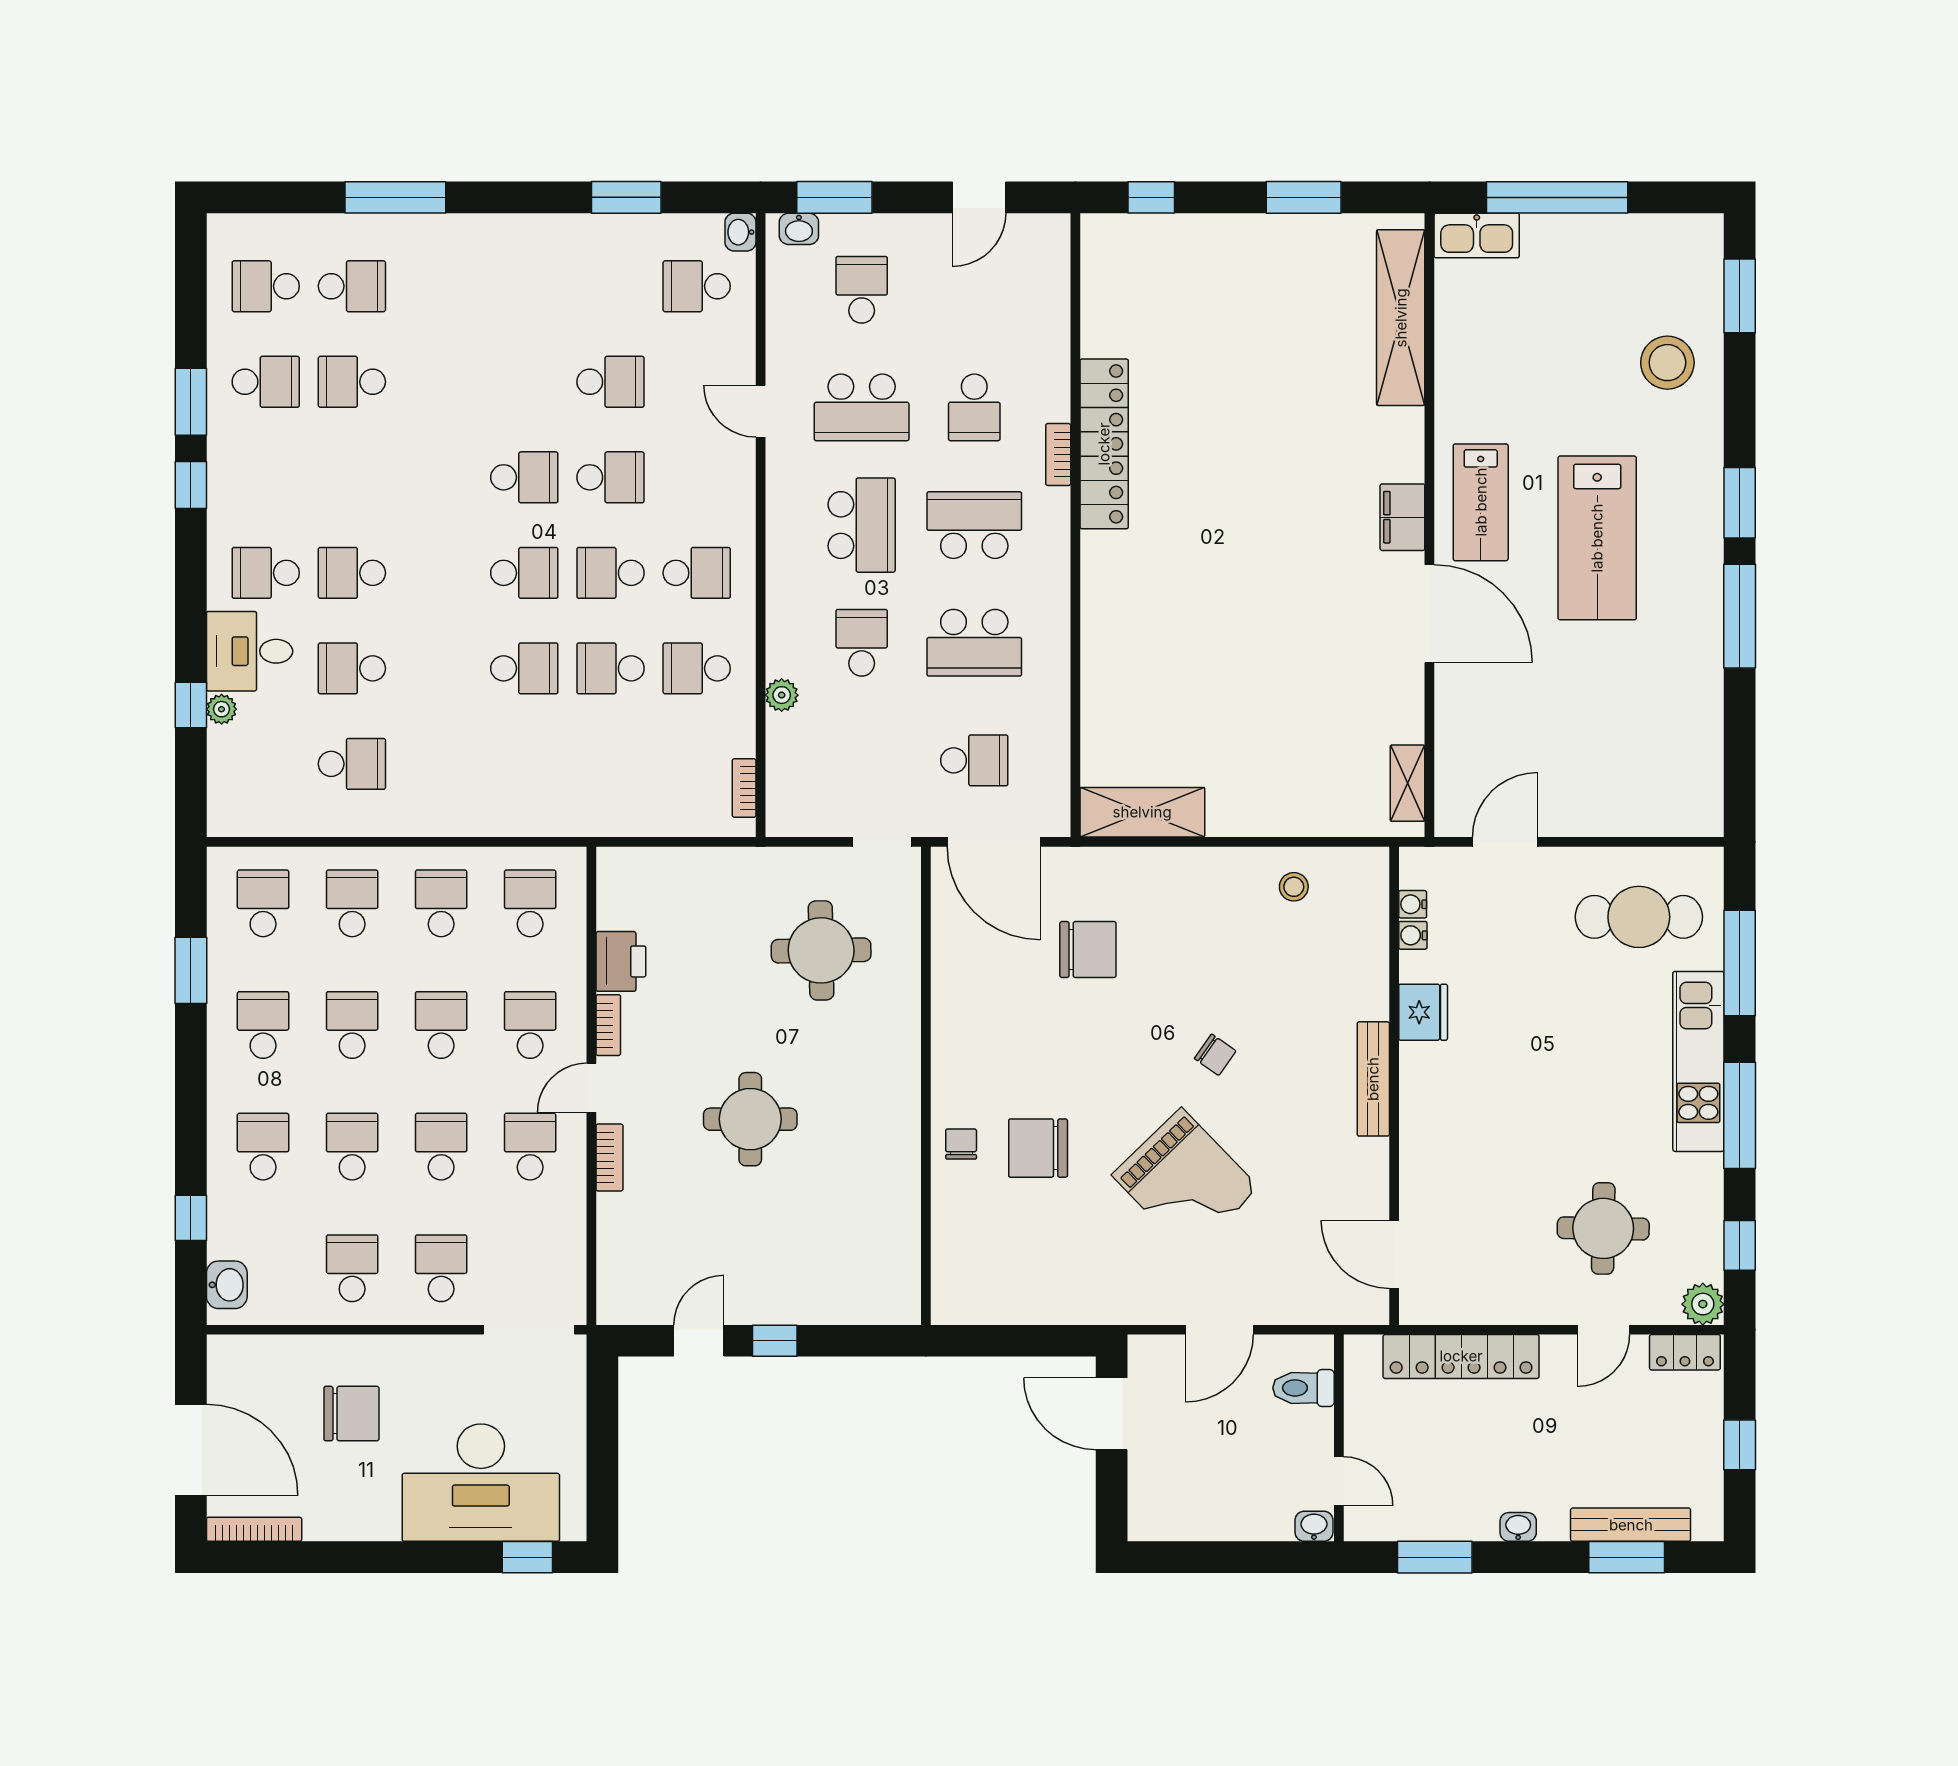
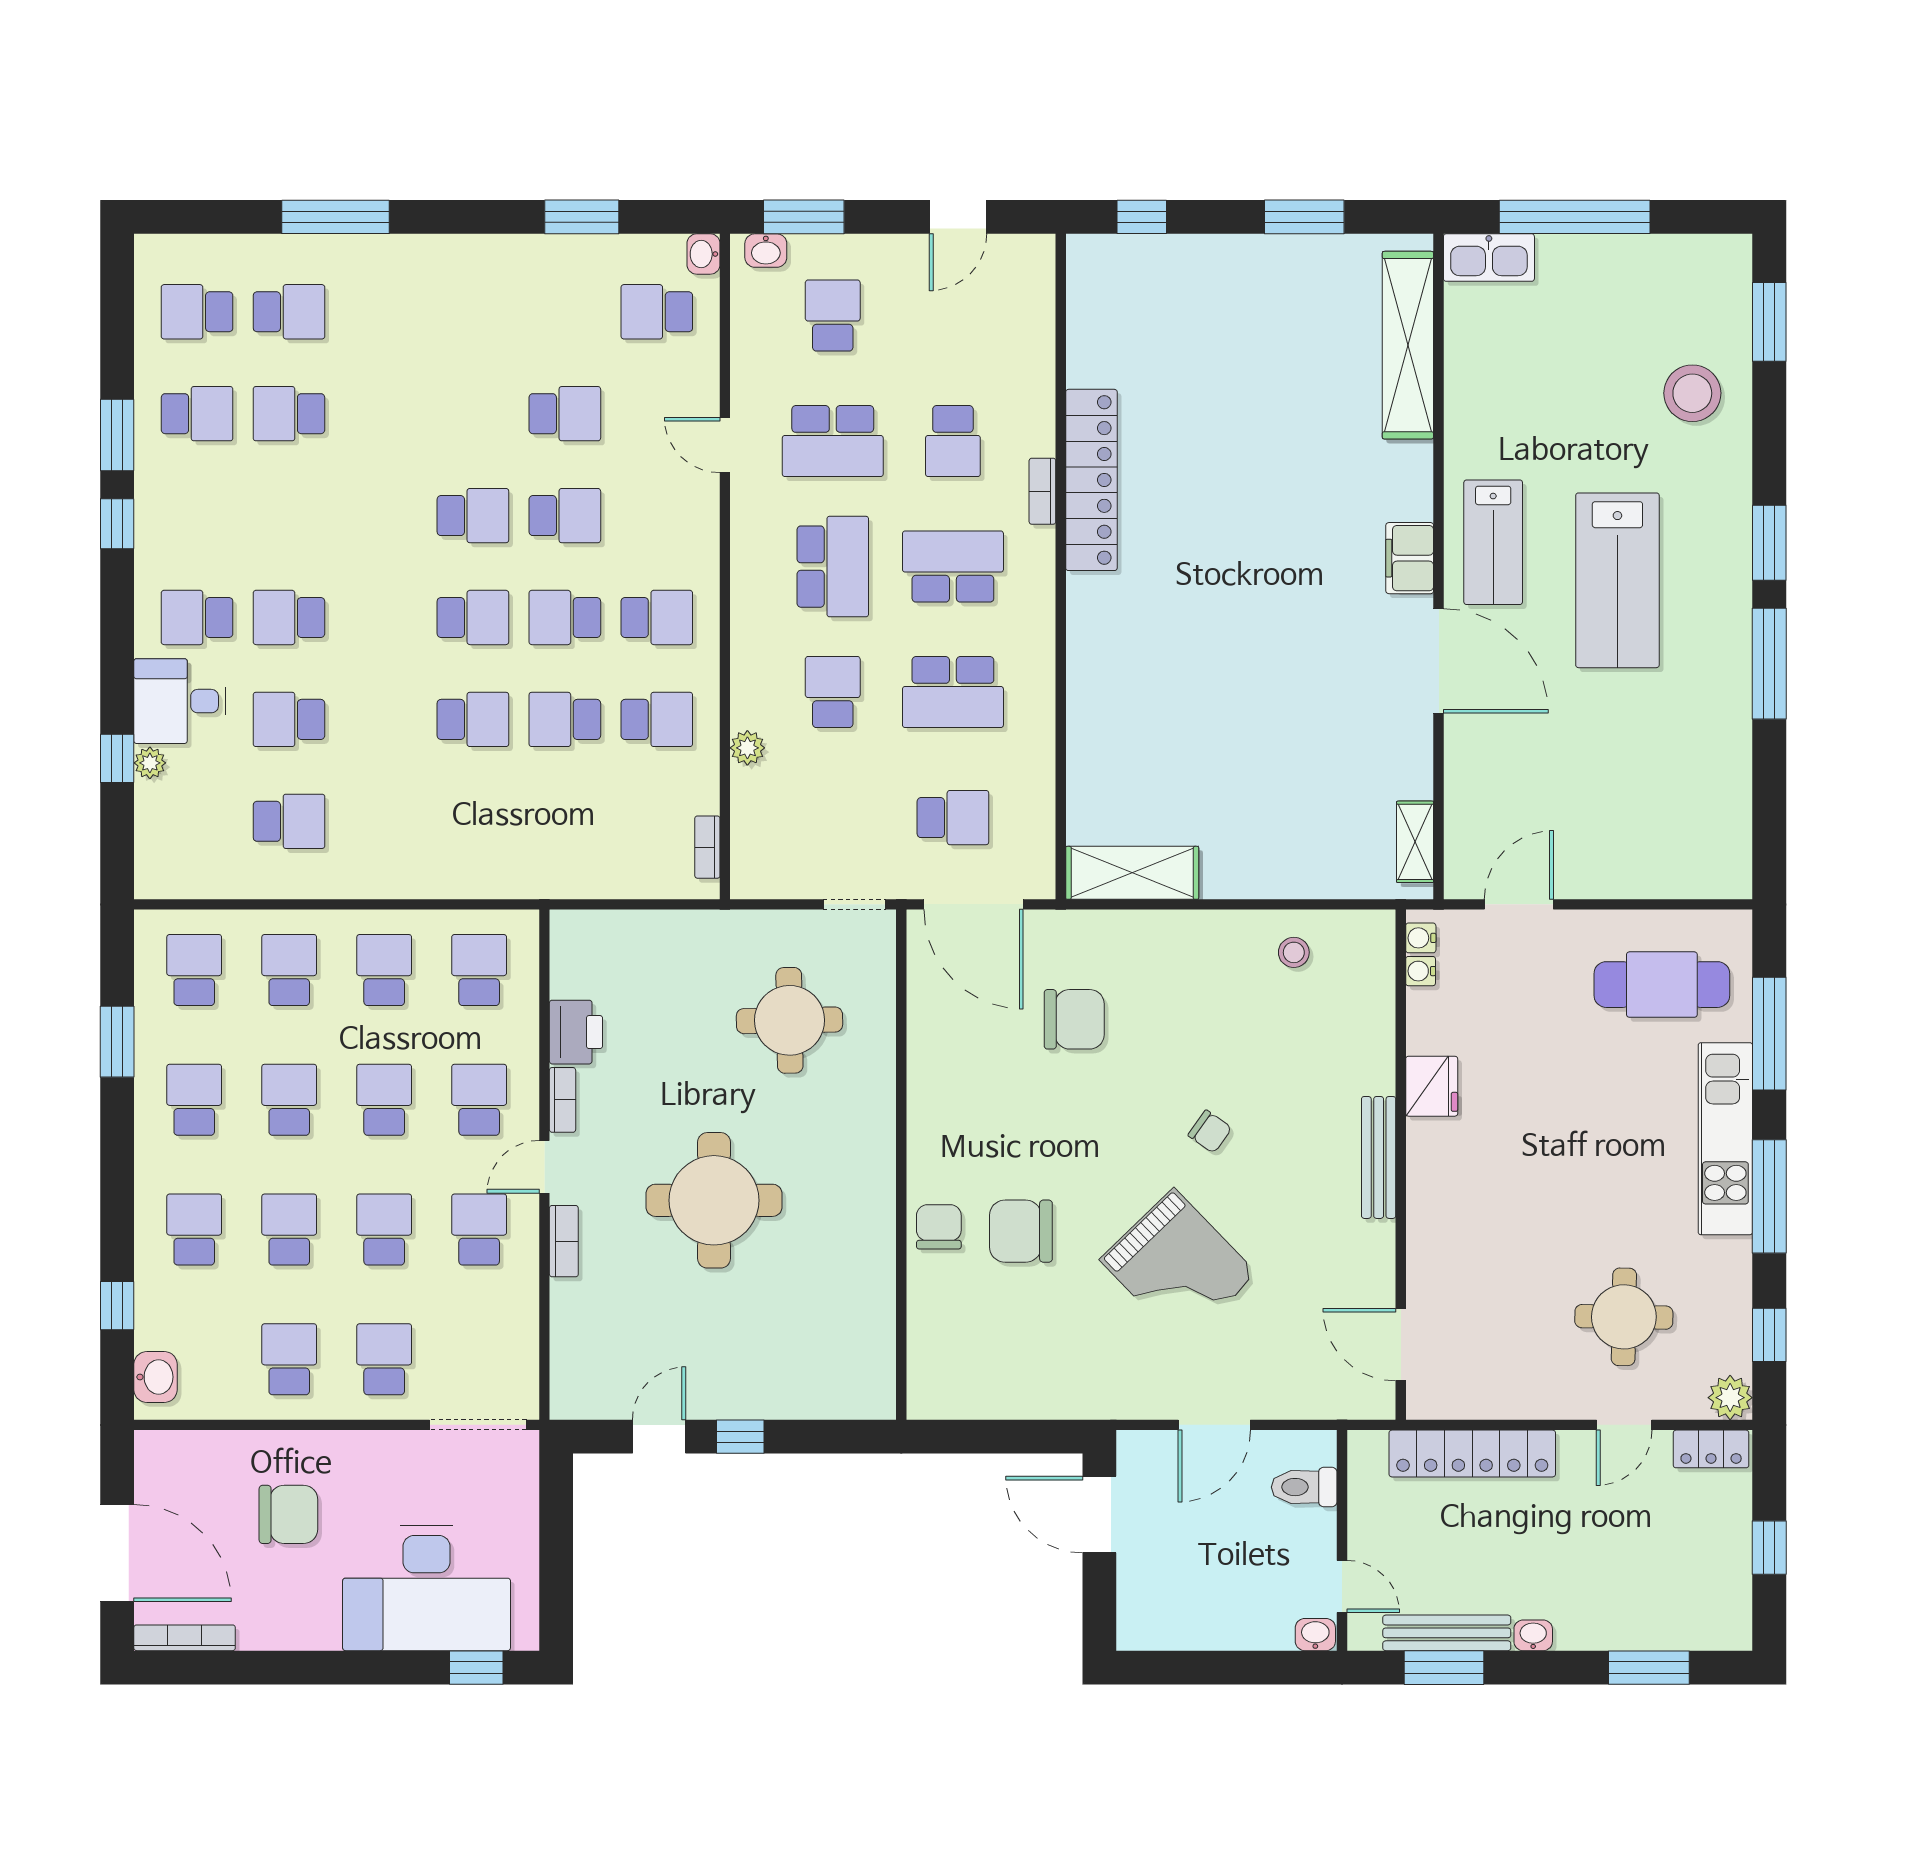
school desk: (697, 668) -> (657, 719), turned 180
water cooler: (1413, 935) -> (1421, 938), moved
round table: (750, 1119) -> (714, 1200), width x1.36, depth x1.36
chair: (961, 1144) -> (939, 1227), width x1.37, depth x1.37
bench: (1631, 1525) -> (1447, 1633), moved

